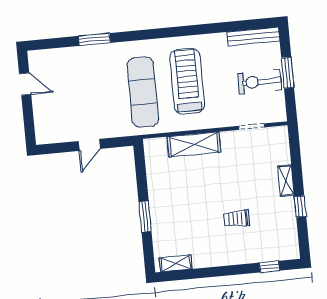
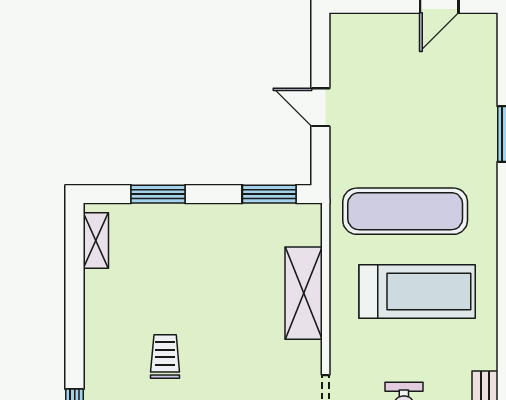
window: (141, 169) -> (269, 194), added
window: (145, 217) -> (158, 194), moved

